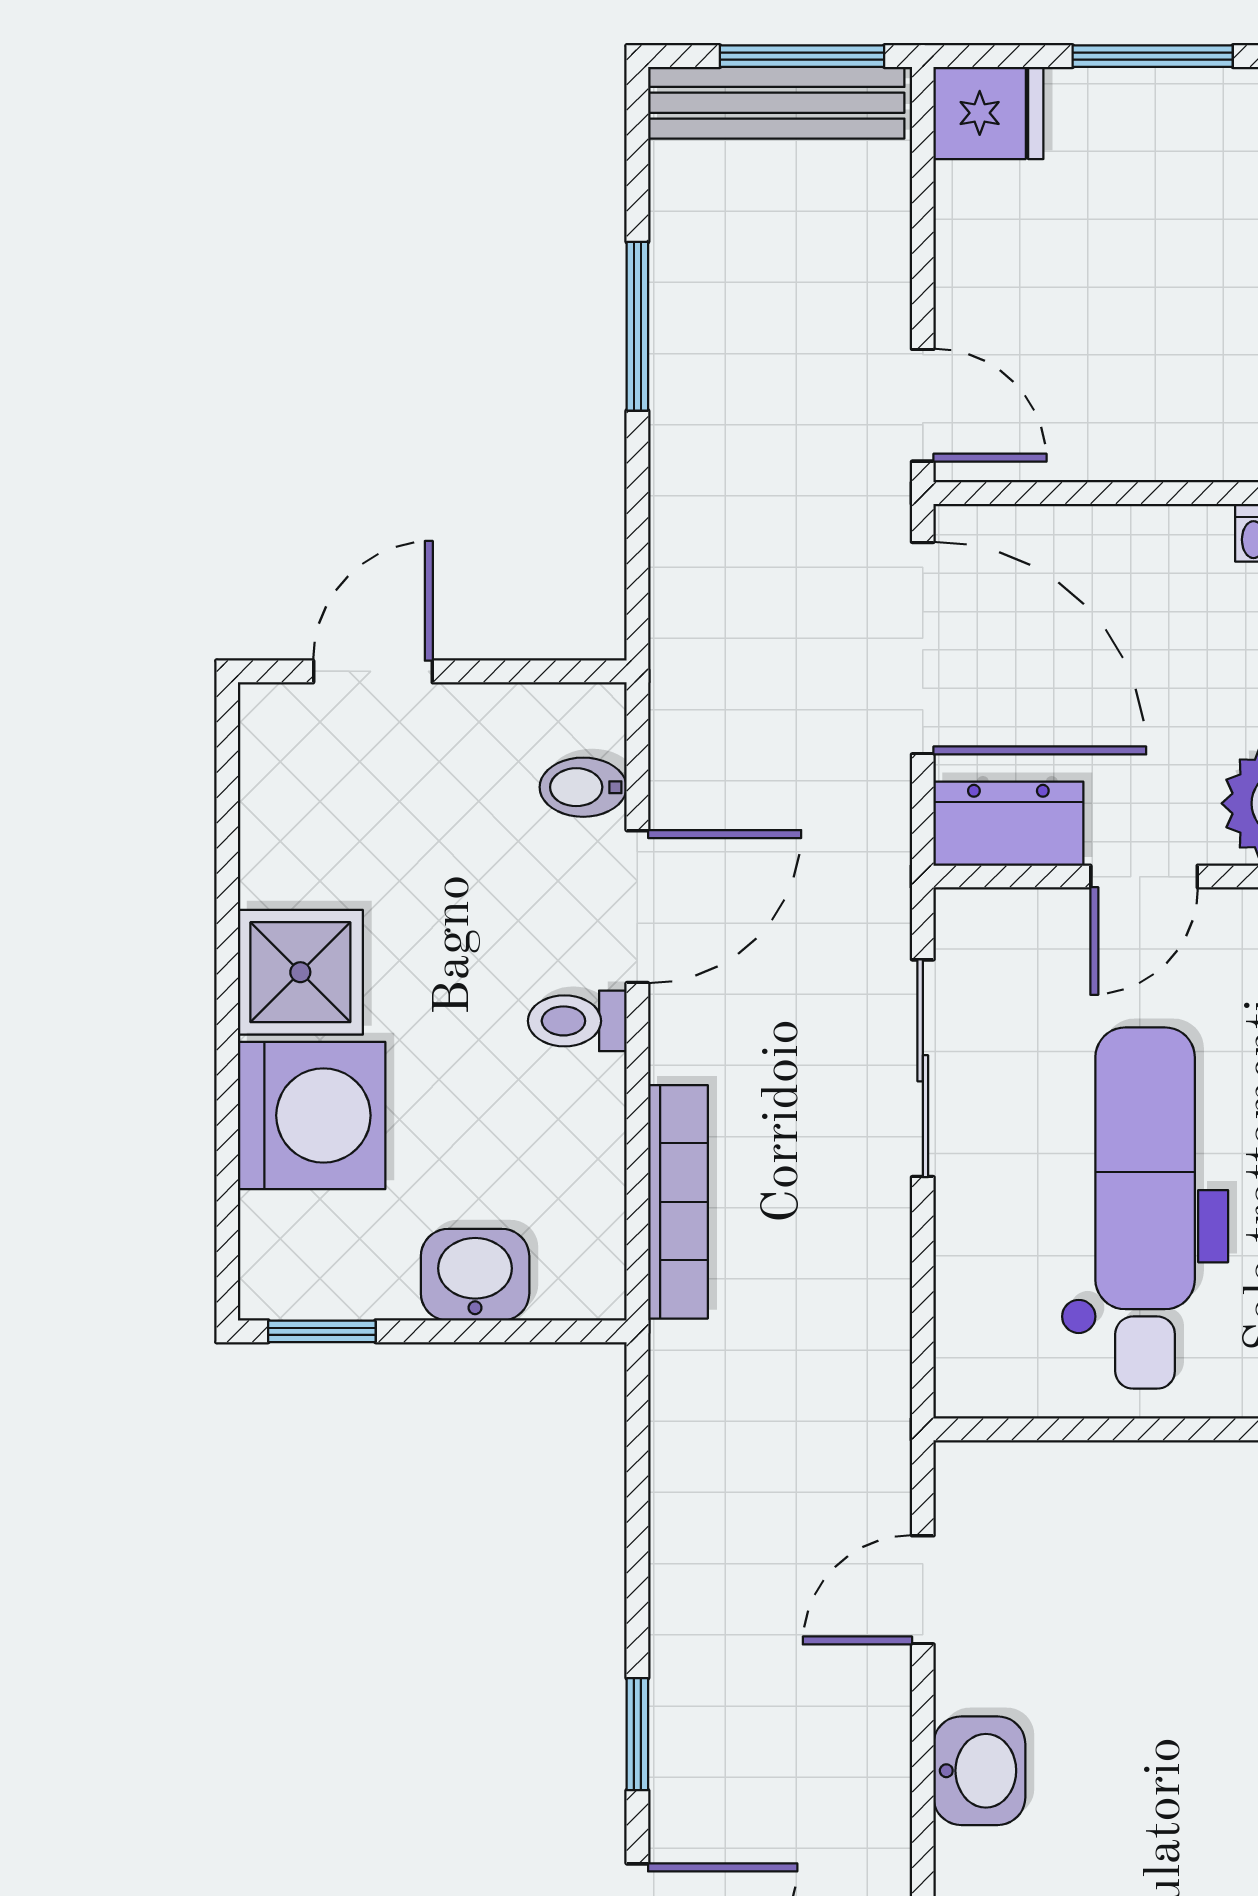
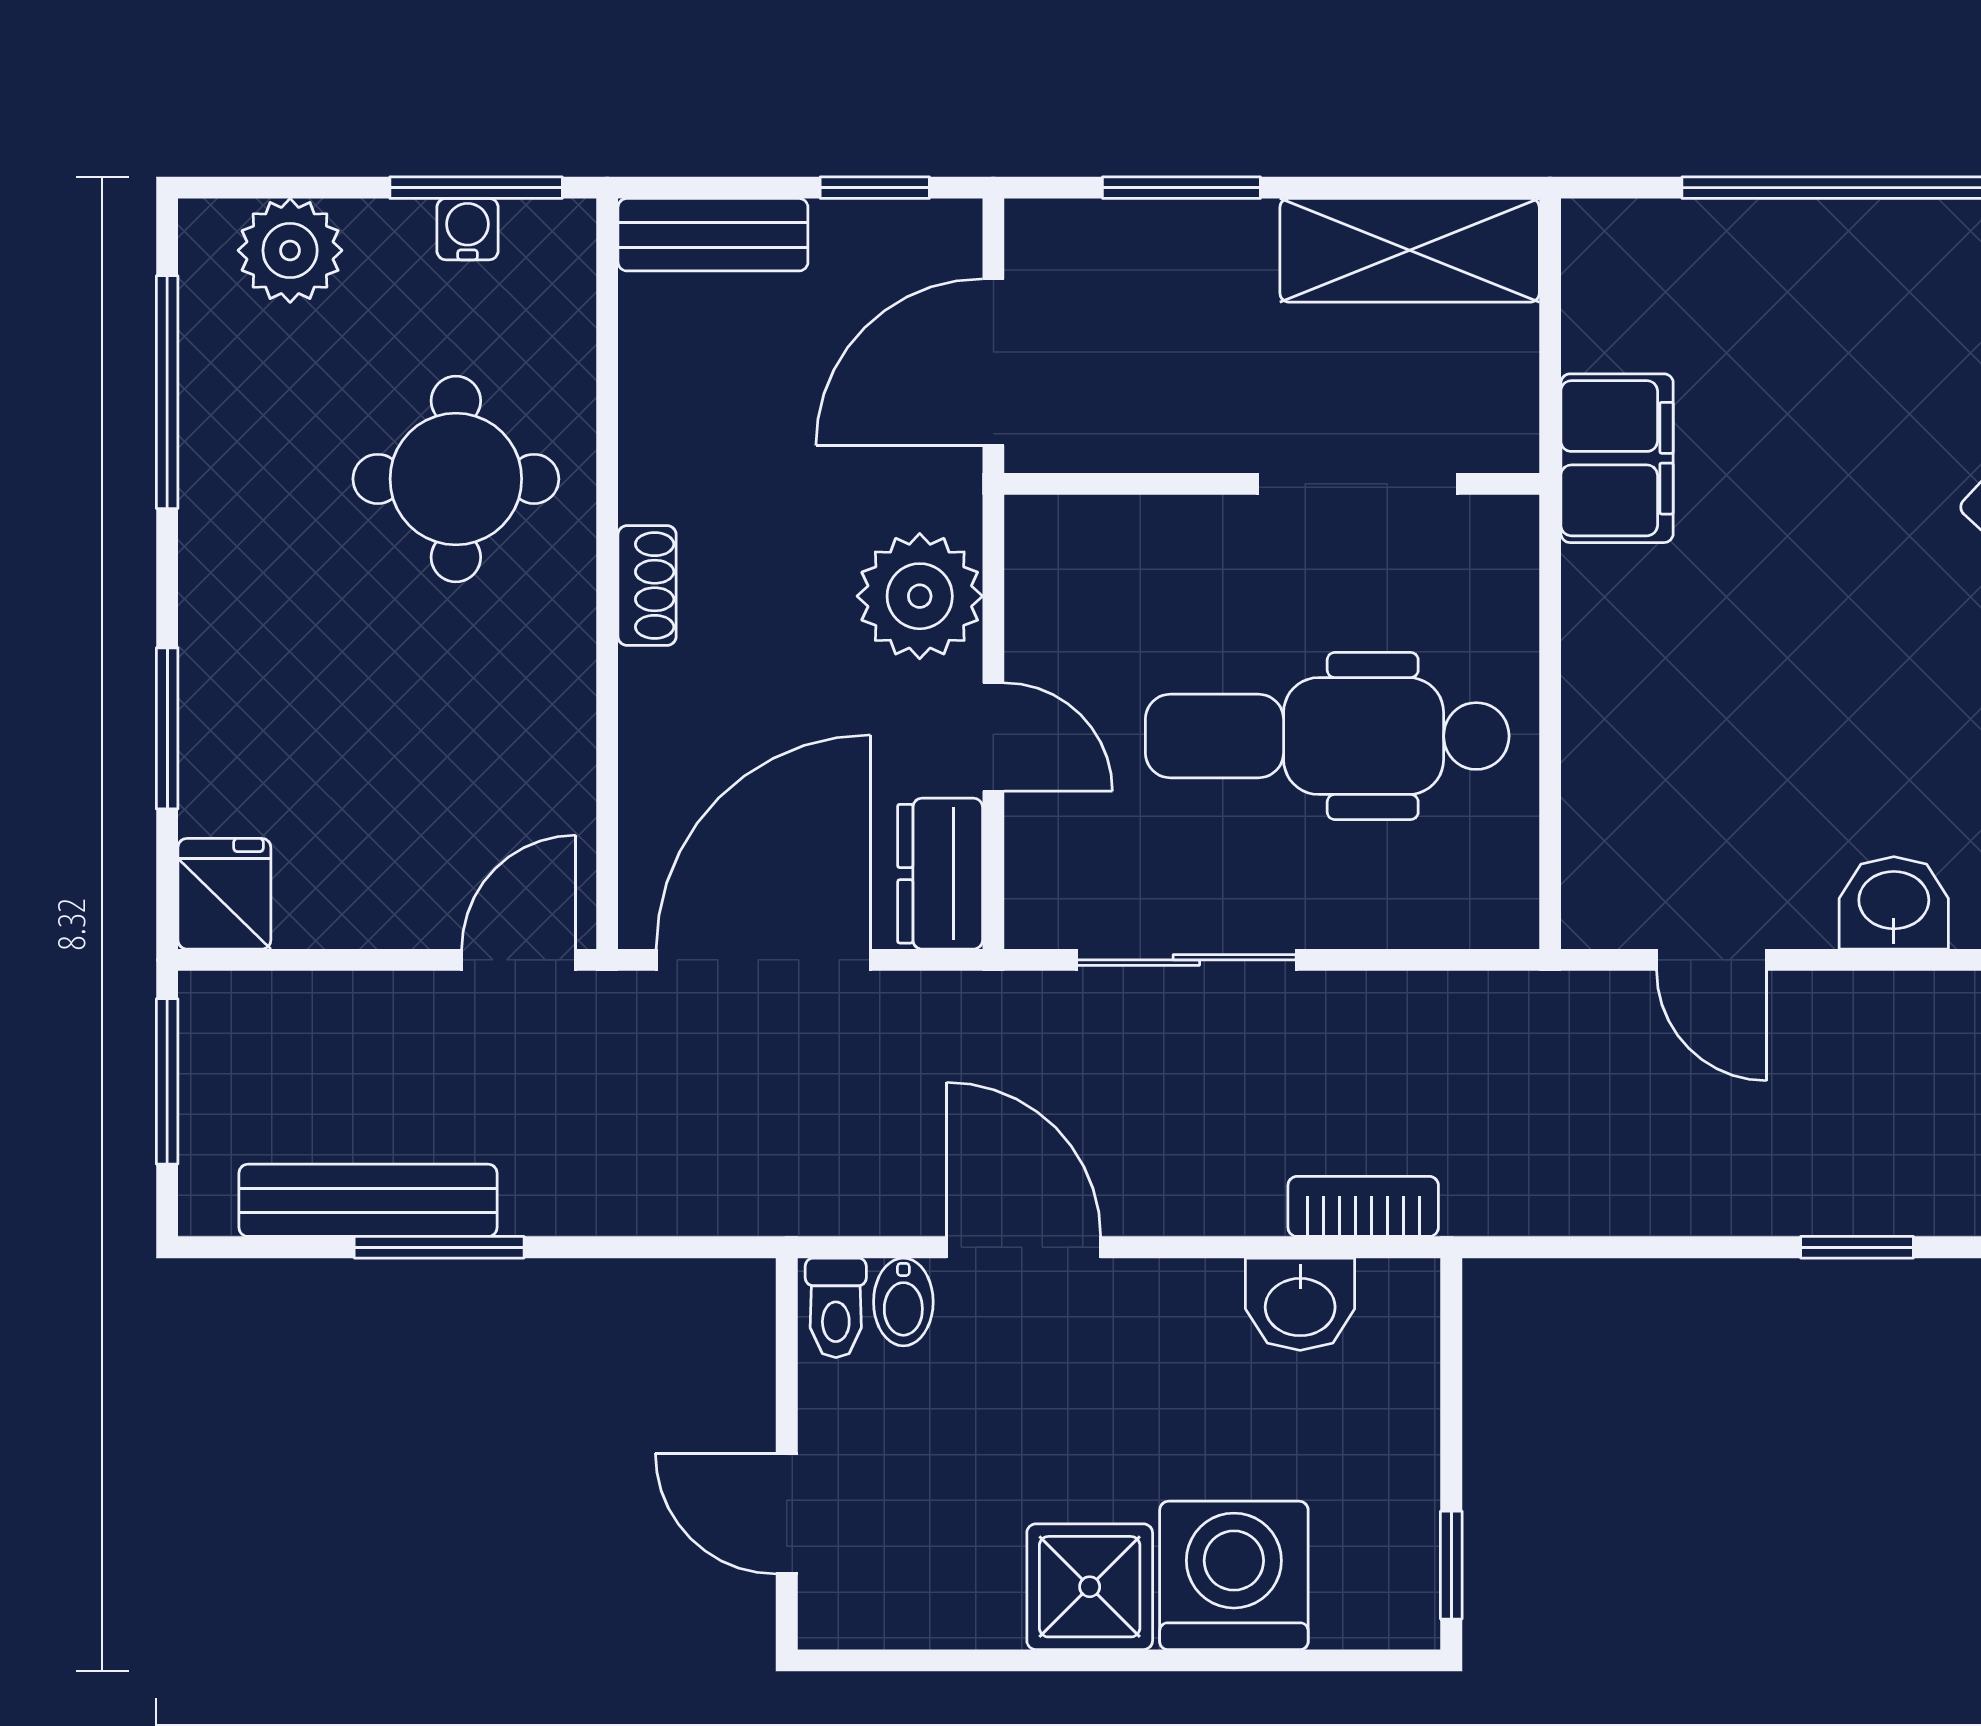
bench: (776, 103) -> (368, 1200), moved, turned 90
toilet: (577, 1021) -> (836, 1308), moved
bookcase: (678, 1202) -> (1363, 1206), width x0.64
washbasin: (475, 1275) -> (1300, 1304), moved, turned -90

